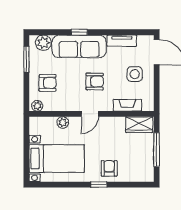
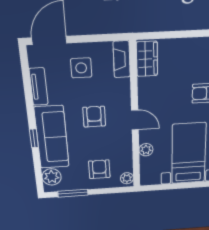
fireplace: (127, 105) -> (122, 59), moved
window: (157, 150) -> (180, 34), removed

